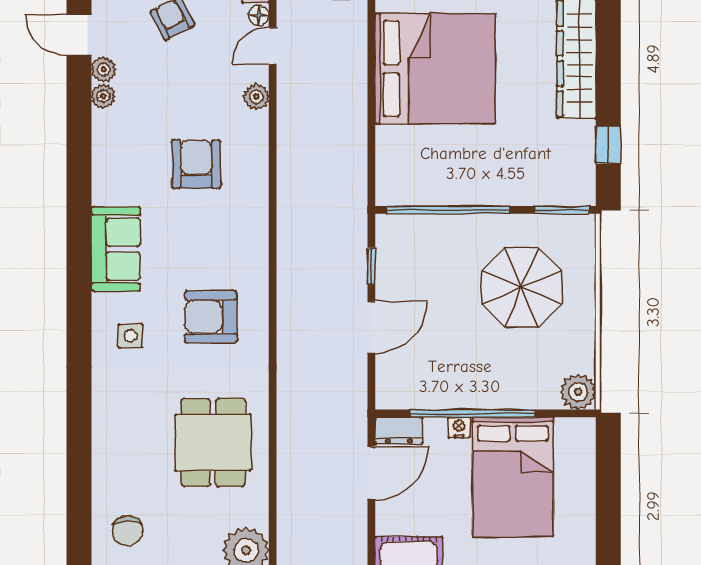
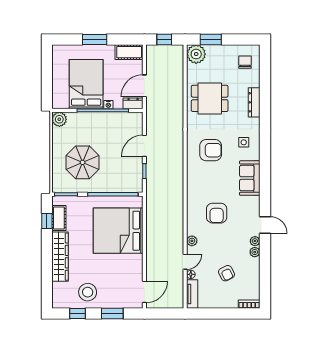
door: (79, 35) -> (265, 225), moved
bed: (435, 69) -> (118, 231), moved
cot: (579, 152) -> (59, 218), added
dresser: (105, 433) -> (254, 102), added
dining table: (213, 442) -> (210, 98), turned 90

